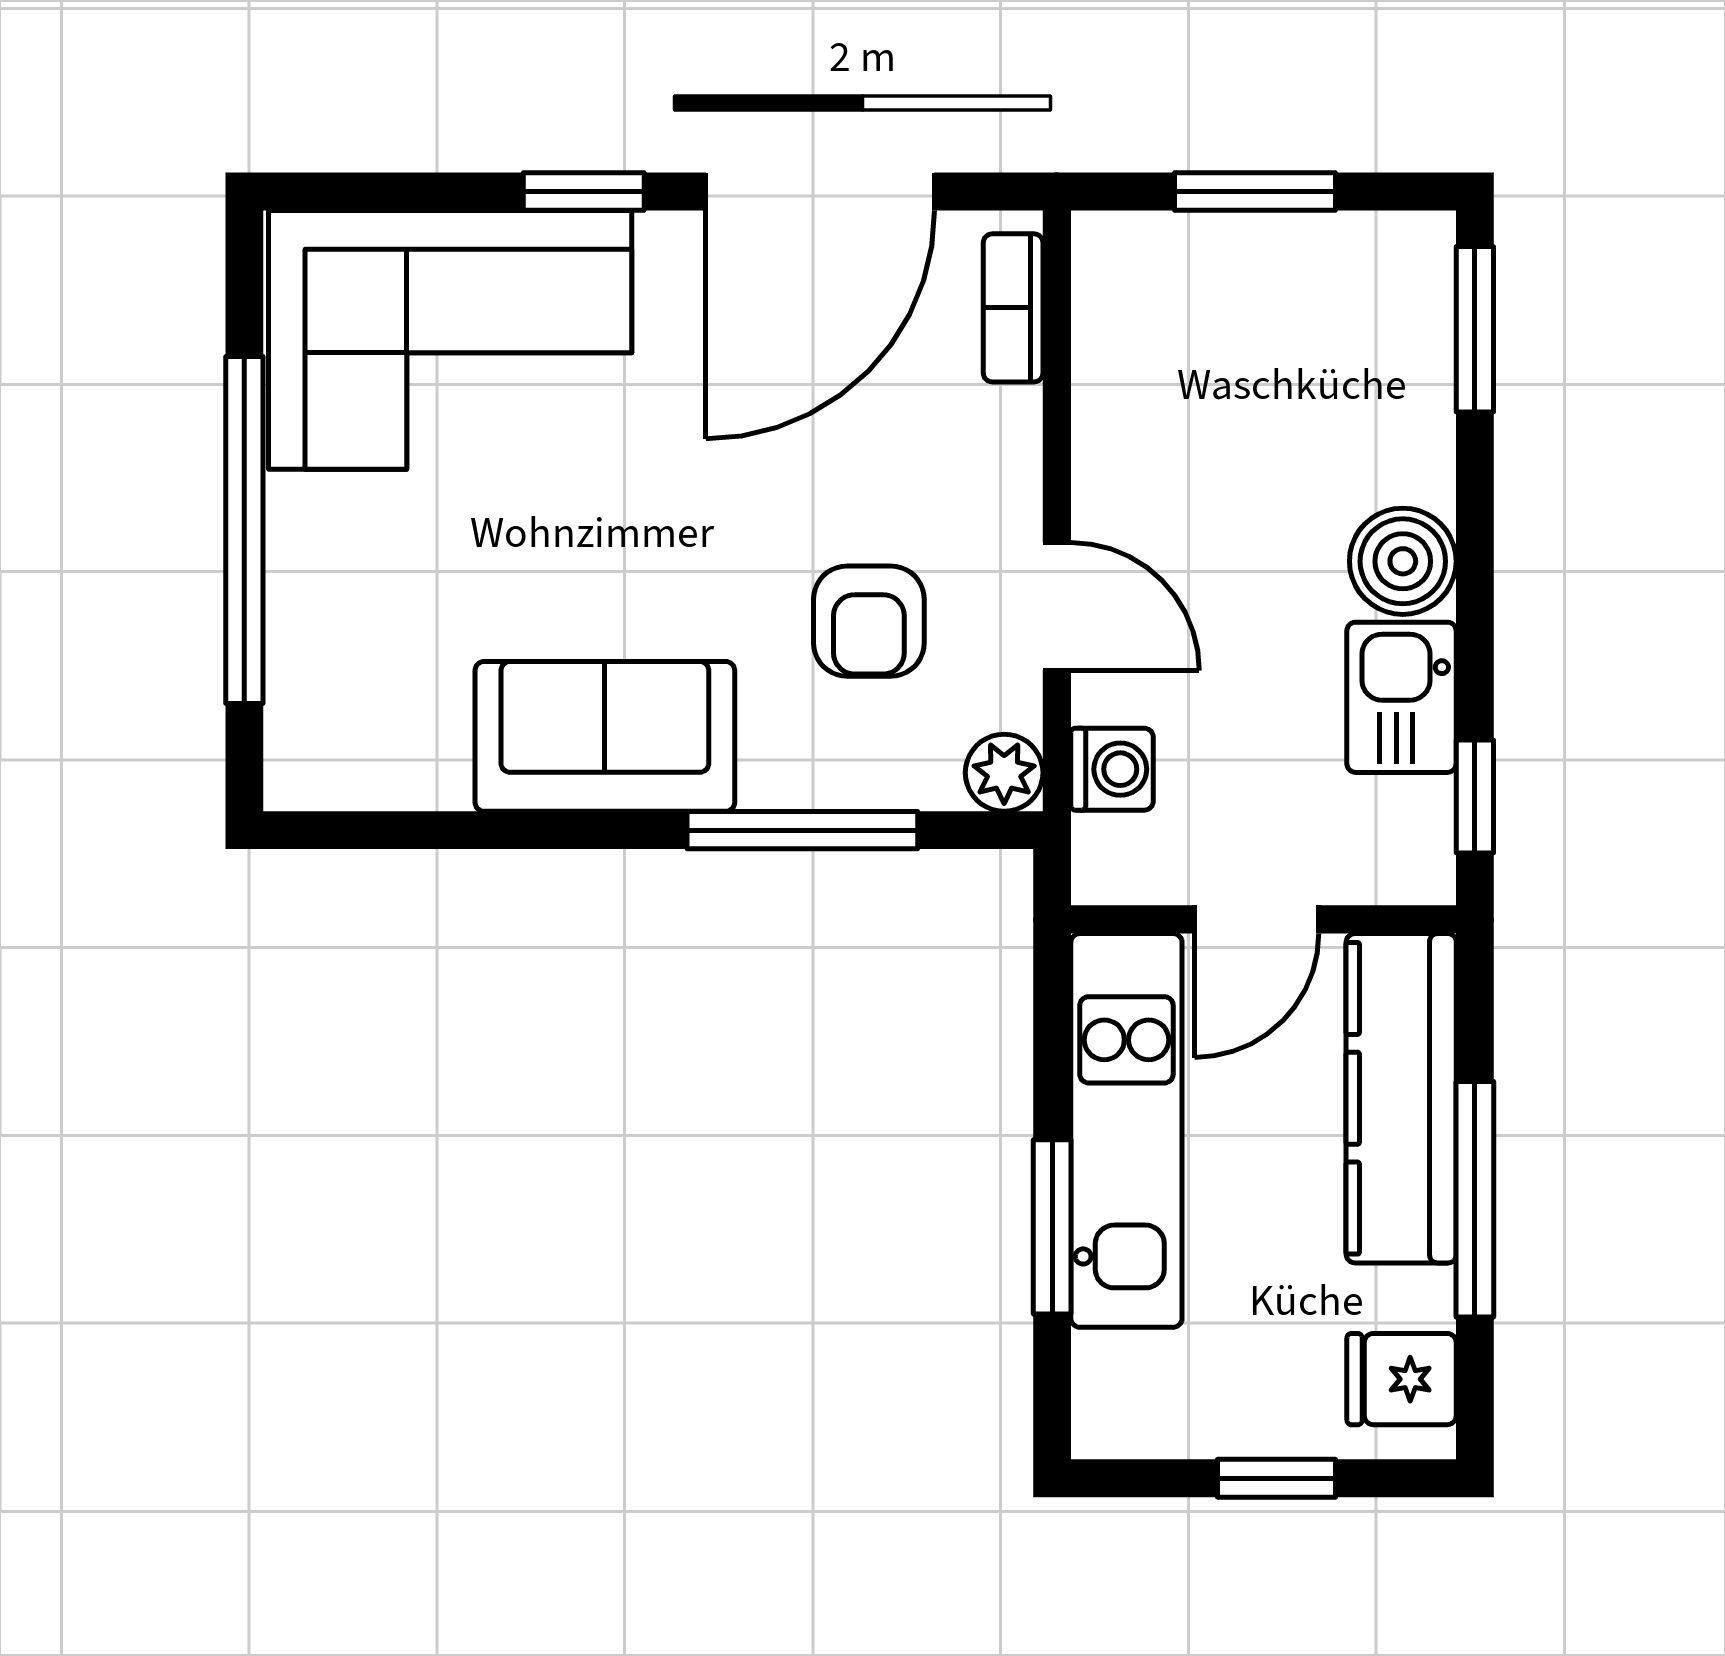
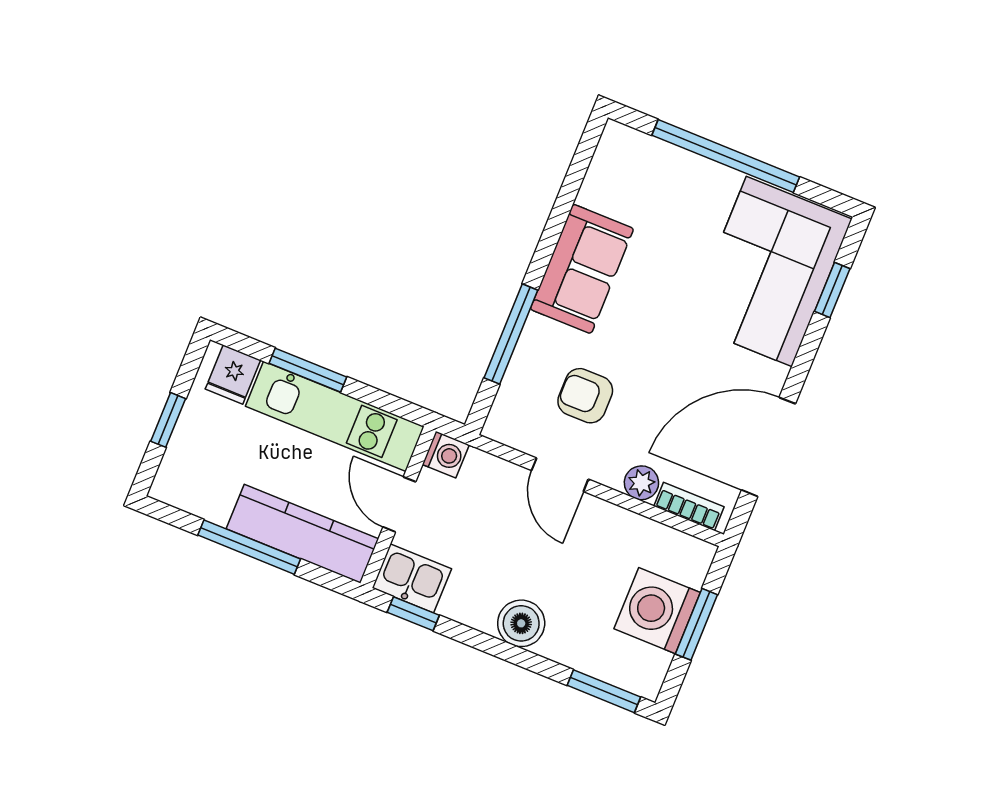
window: (584, 192) -> (832, 290), moved
door: (820, 192) -> (768, 447), hinge flipped
washing machine: (1260, 286) -> (657, 611), added
door: (1057, 607) -> (560, 475), hinge flipped
kitchen sink: (1401, 697) -> (412, 578), moved
washing machine: (1112, 769) -> (446, 455), moved, turned -90
plant: (1004, 773) -> (641, 483), moved
fridge: (1401, 1379) -> (233, 375), moved, turned 180

